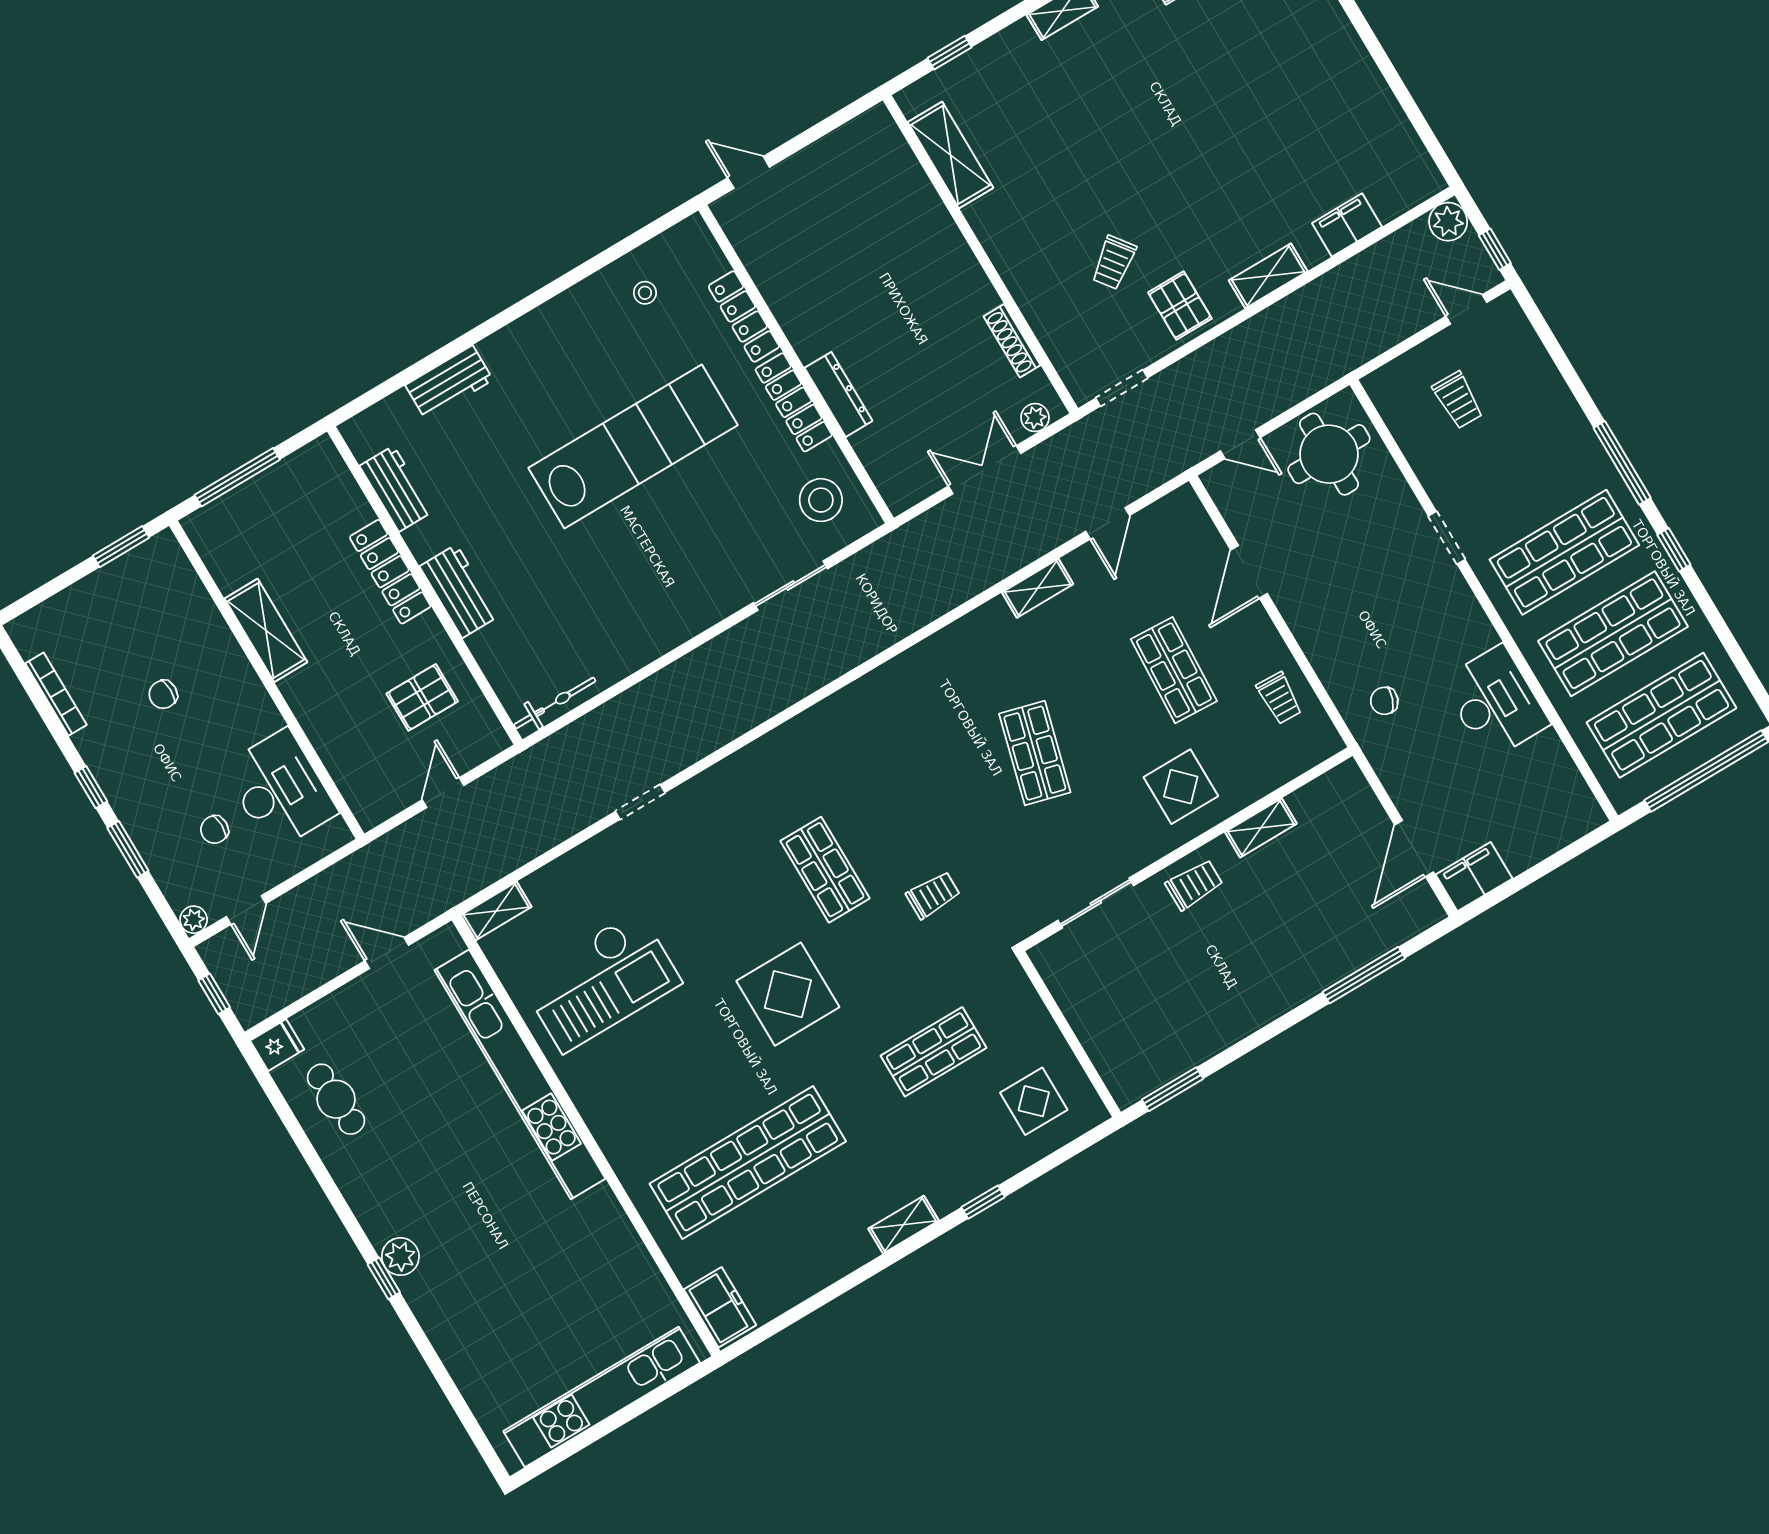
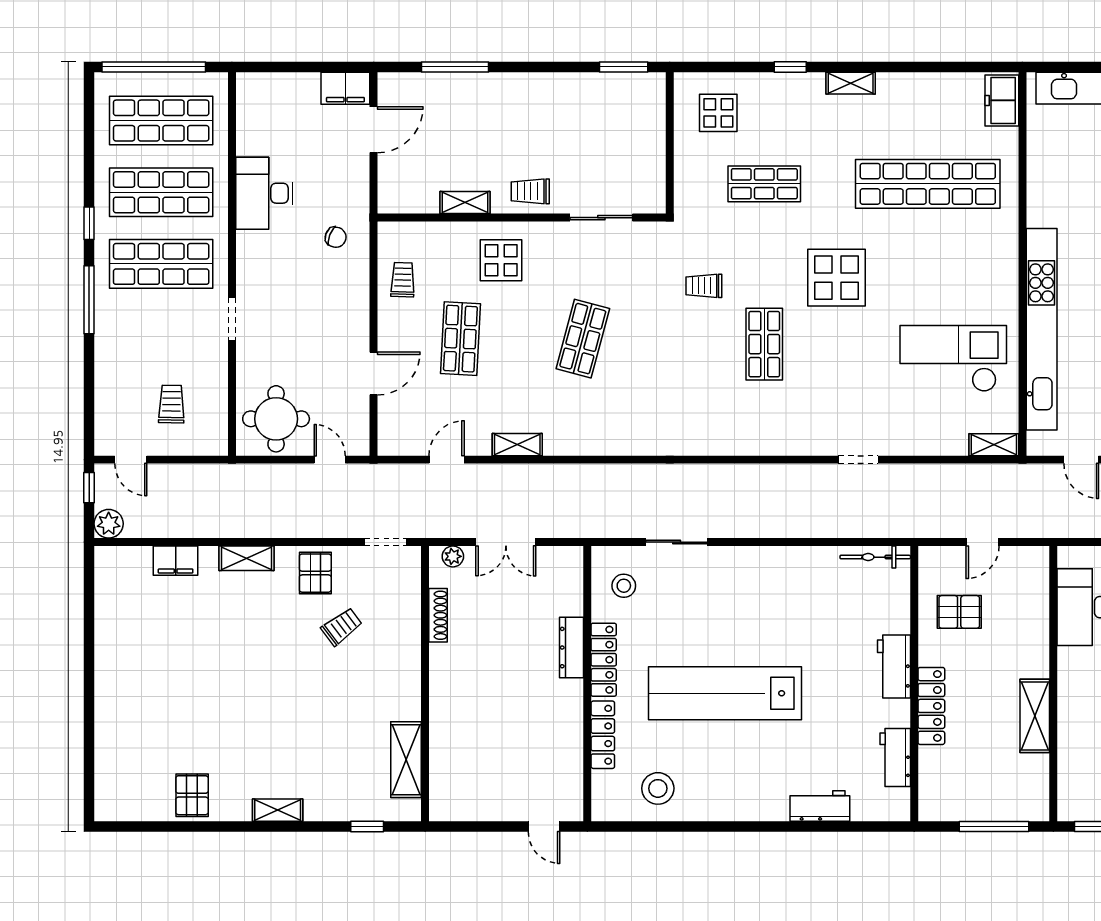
stool: (645, 293) -> (658, 788), width x1.89, depth x1.89
stool: (821, 500) -> (624, 586), width x0.73, depth x0.73

